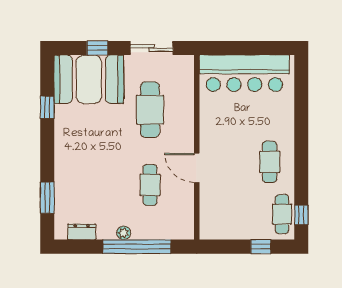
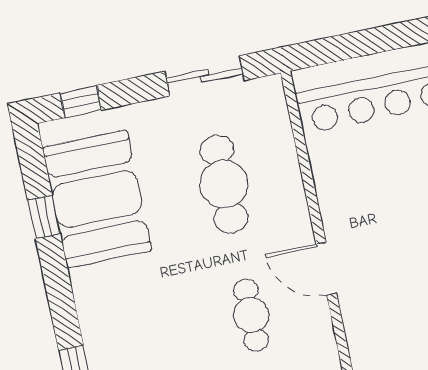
window: (97, 48) -> (81, 101), moved
booth: (89, 79) -> (97, 199), moved, turned 90

